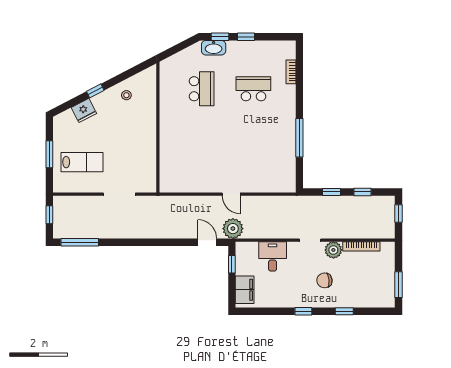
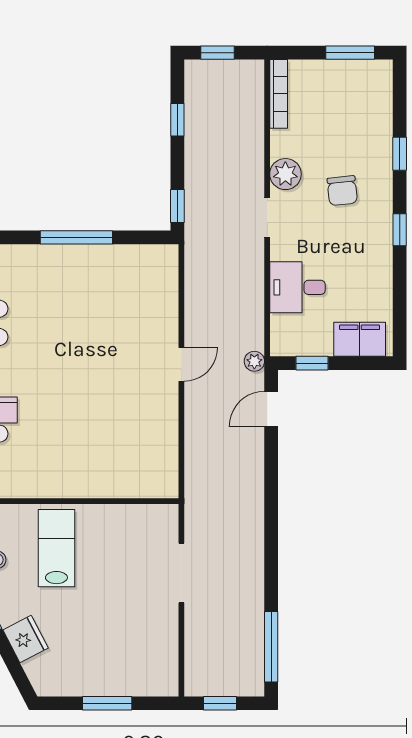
lab bench: (82, 162) -> (56, 548), moved
window: (332, 192) -> (177, 206), moved
plant: (233, 229) -> (254, 361), width x0.53, depth x0.53
bookcase: (361, 246) -> (279, 94), moved

